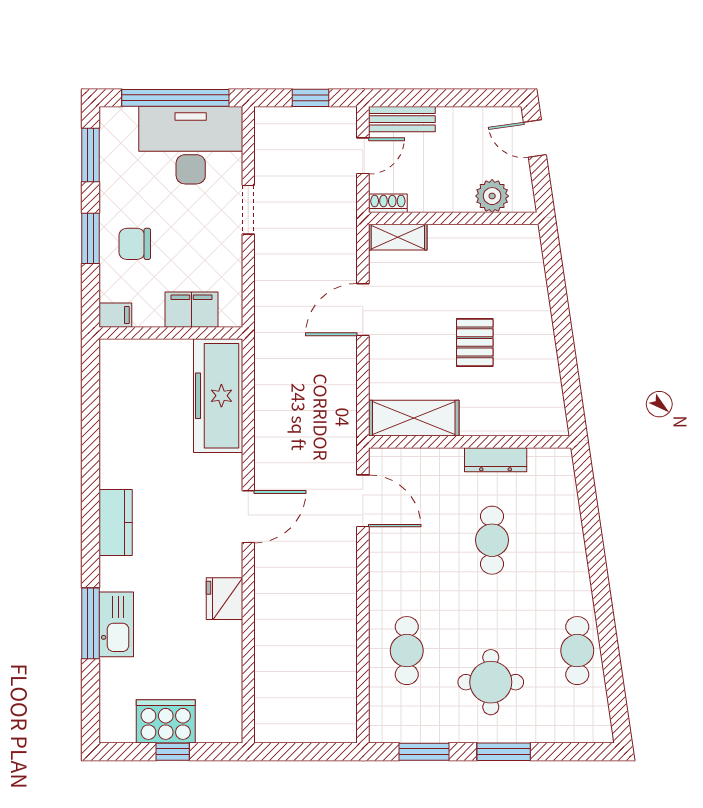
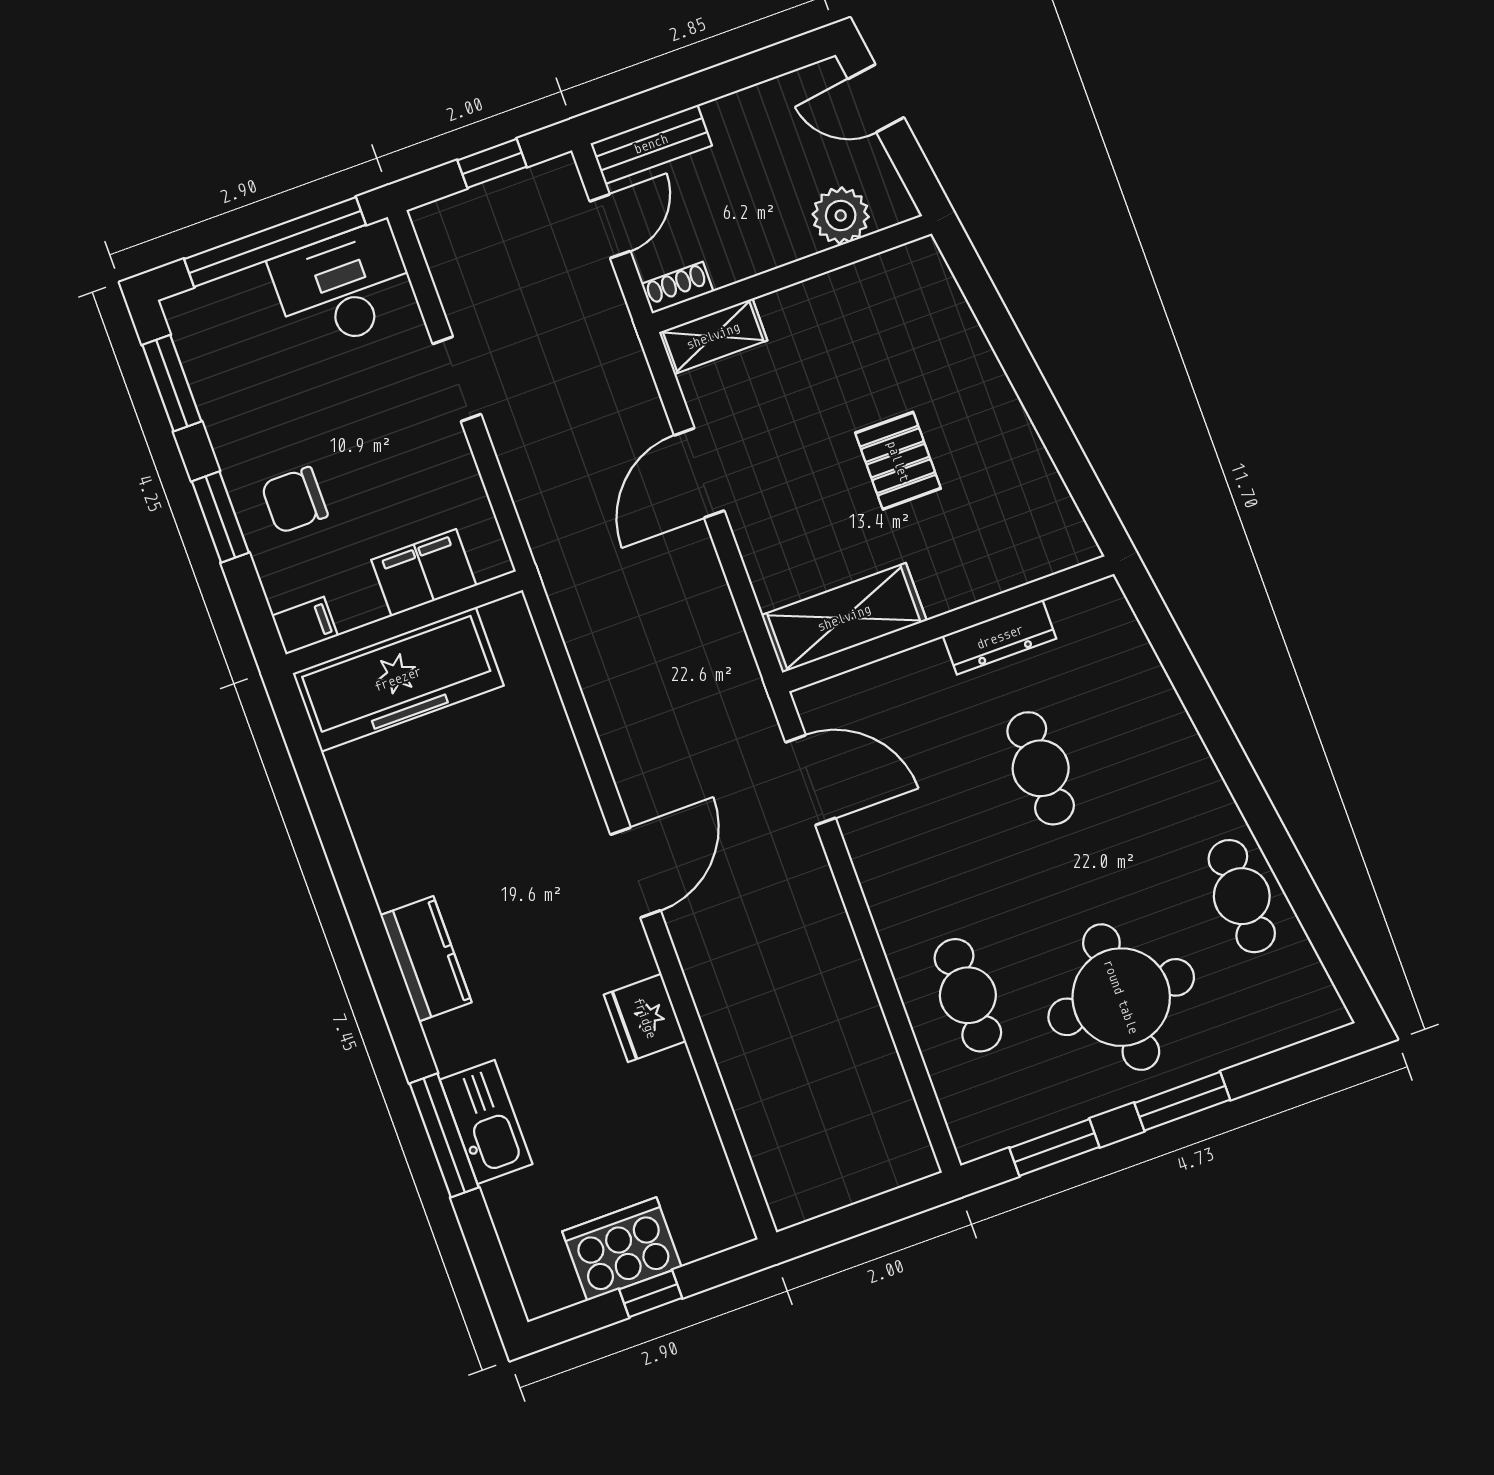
desk: (191, 145) -> (344, 287), width x0.73, depth x0.77
freezer: (218, 396) -> (398, 679), moved, turned -90
round table: (491, 682) -> (1121, 997), width x1.36, depth x1.36

